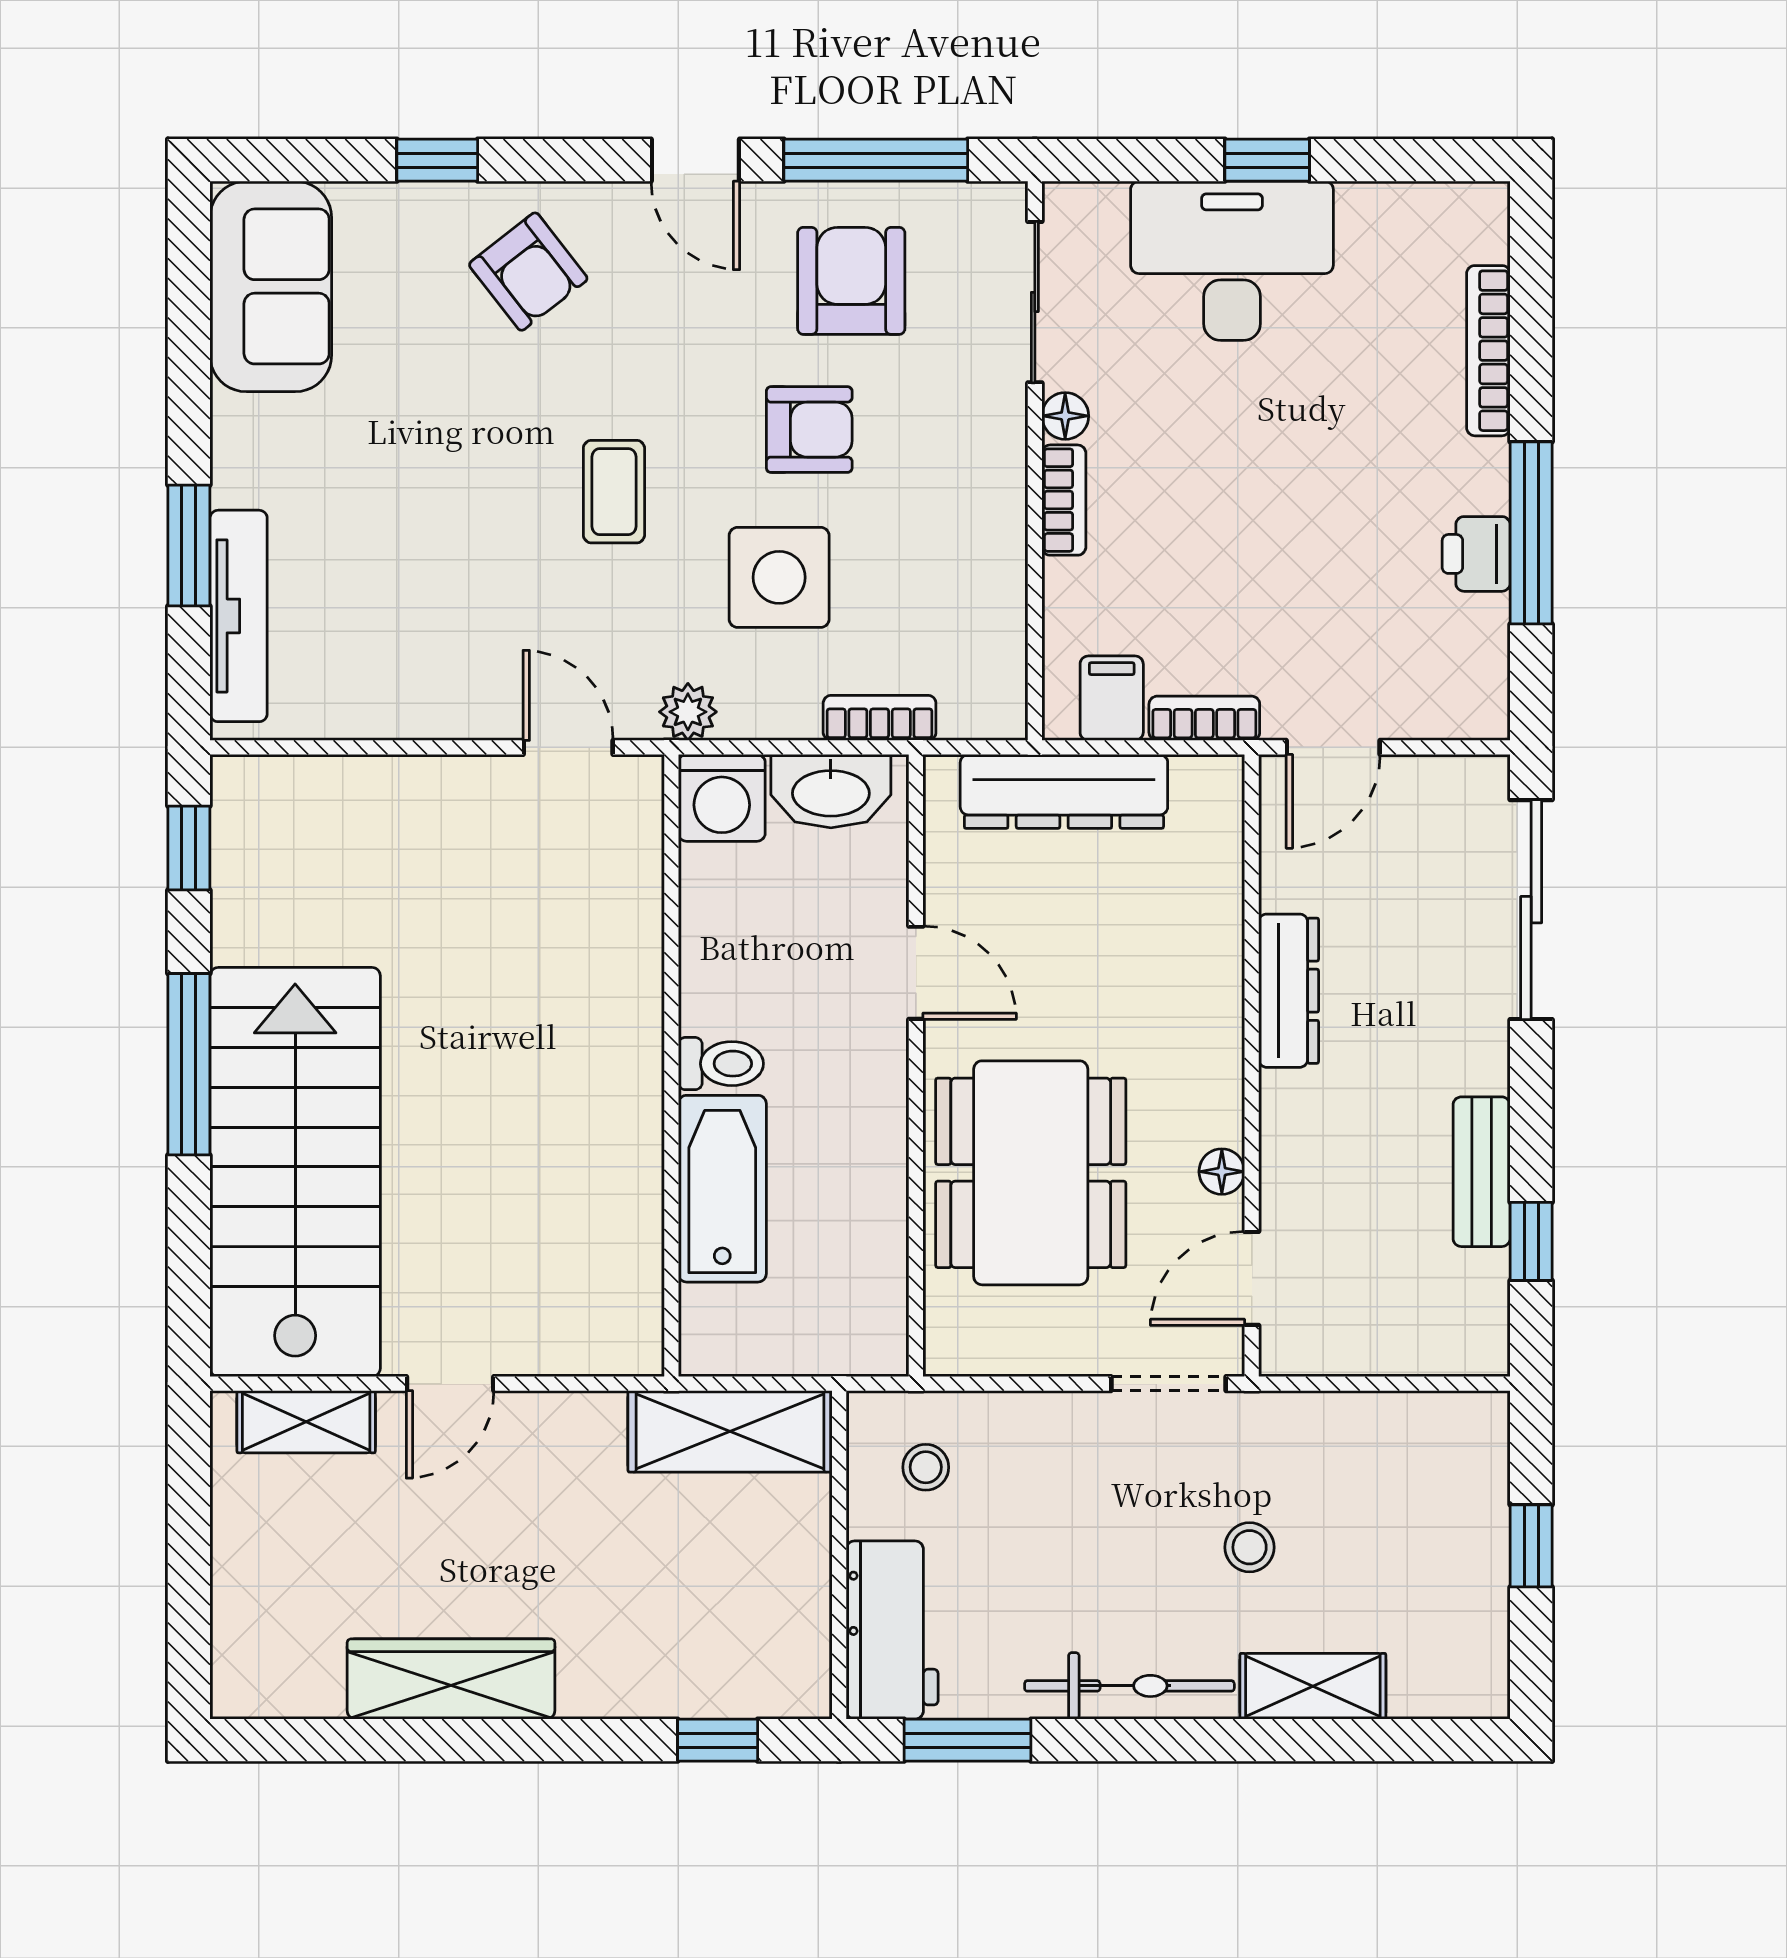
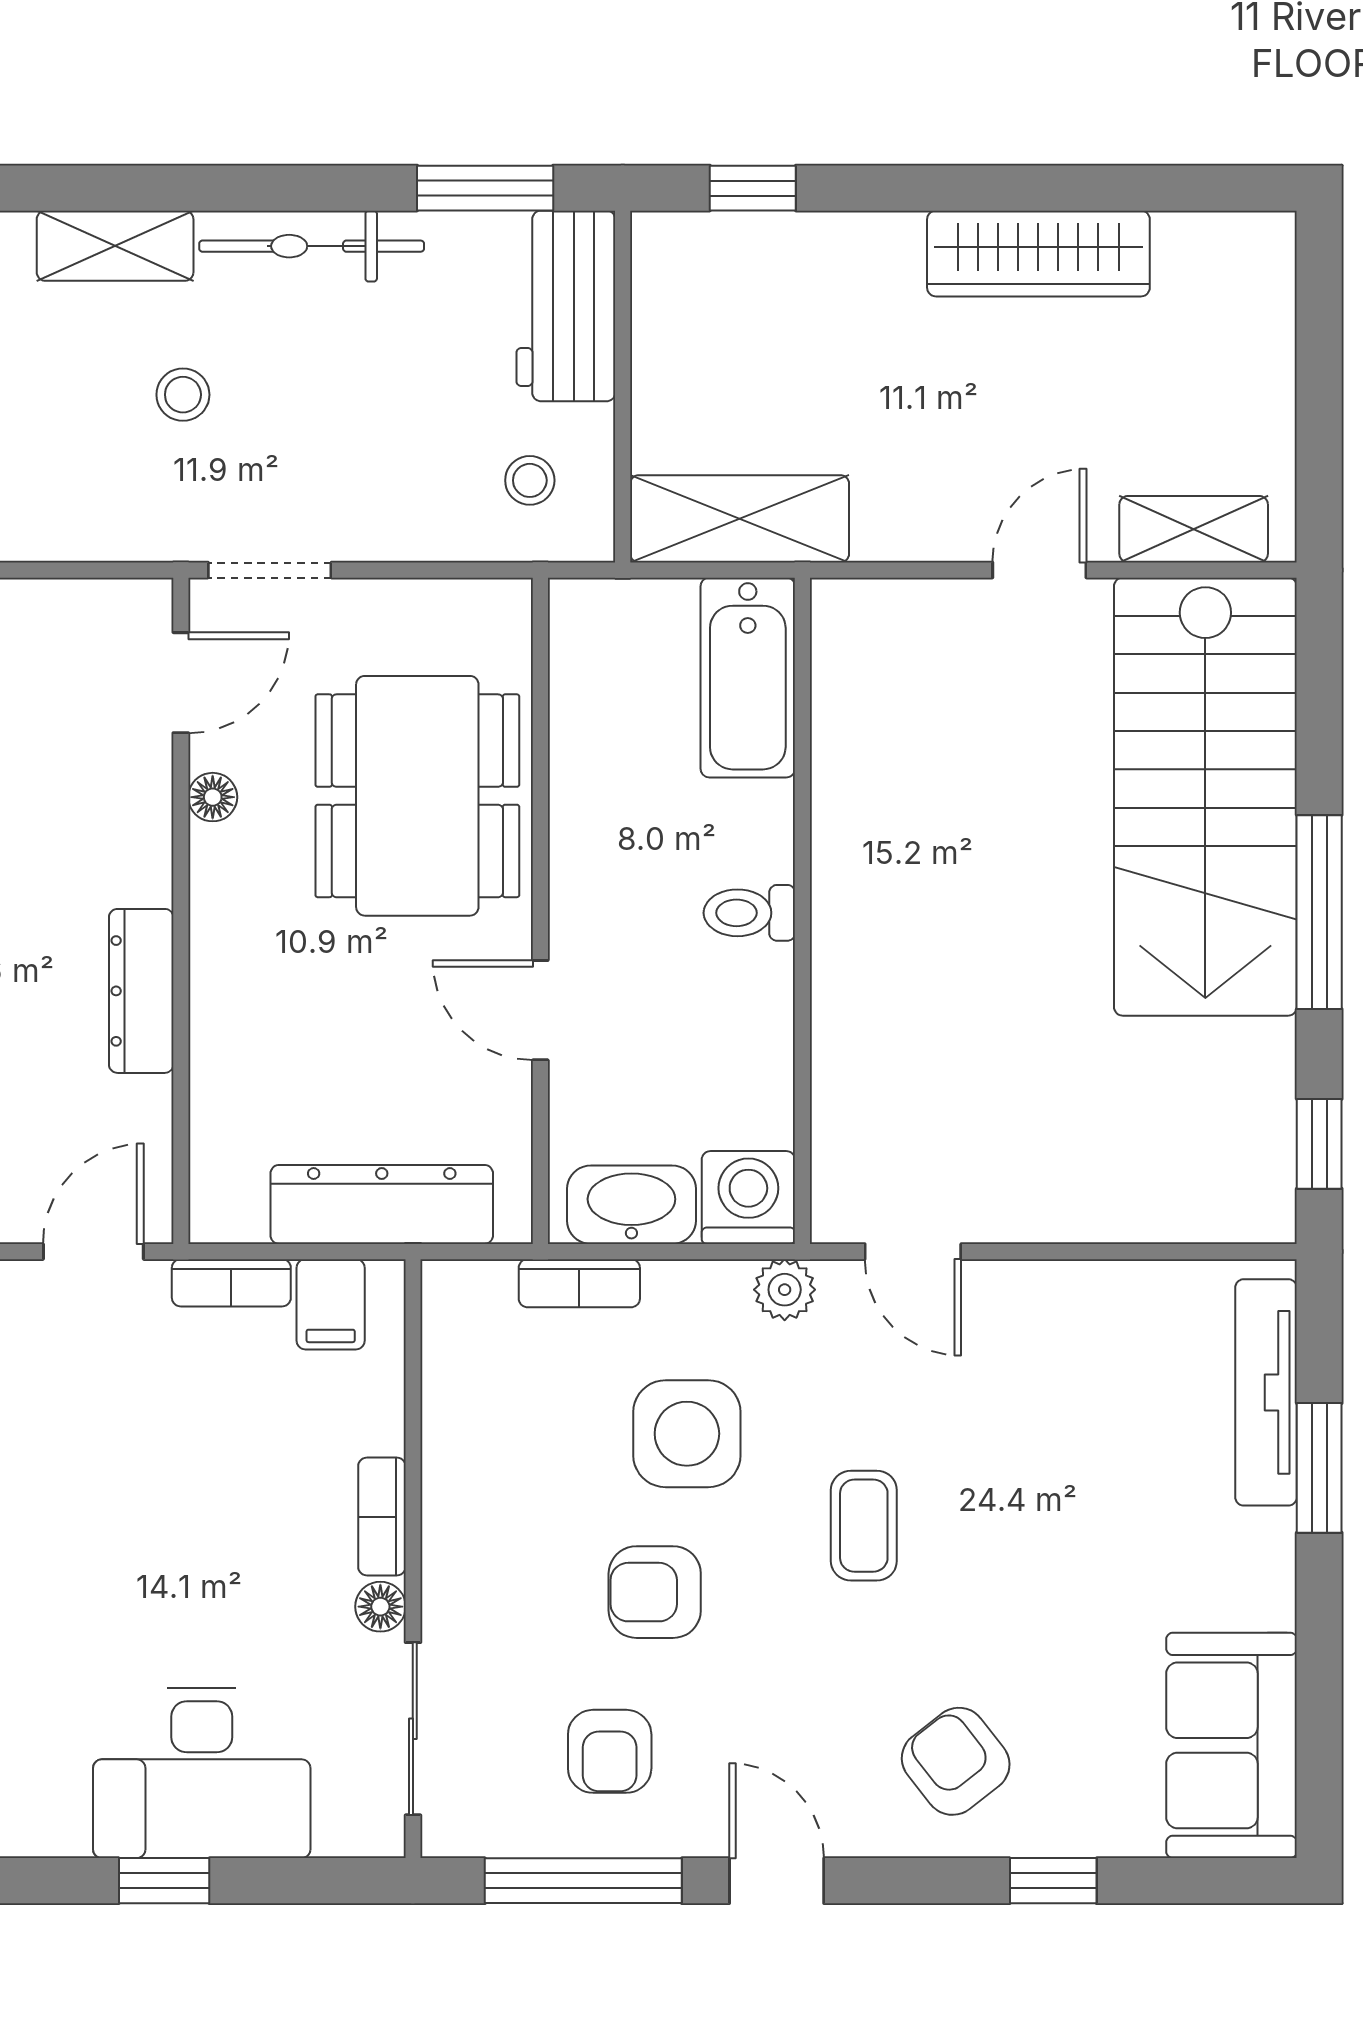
armchair: (851, 281) -> (610, 1751), width x0.72, depth x0.72
bathtub: (722, 1189) -> (748, 678), moved

